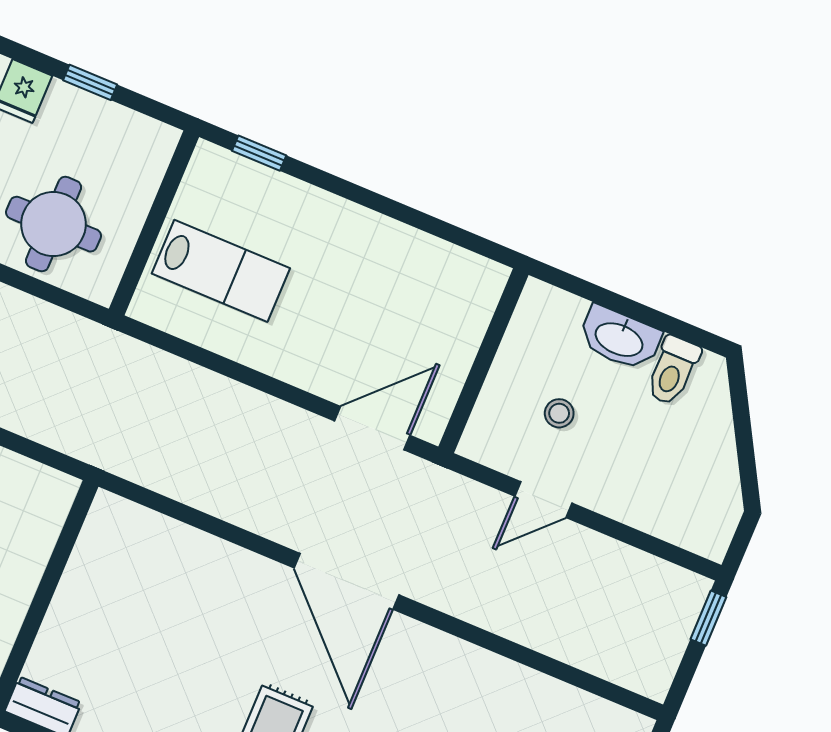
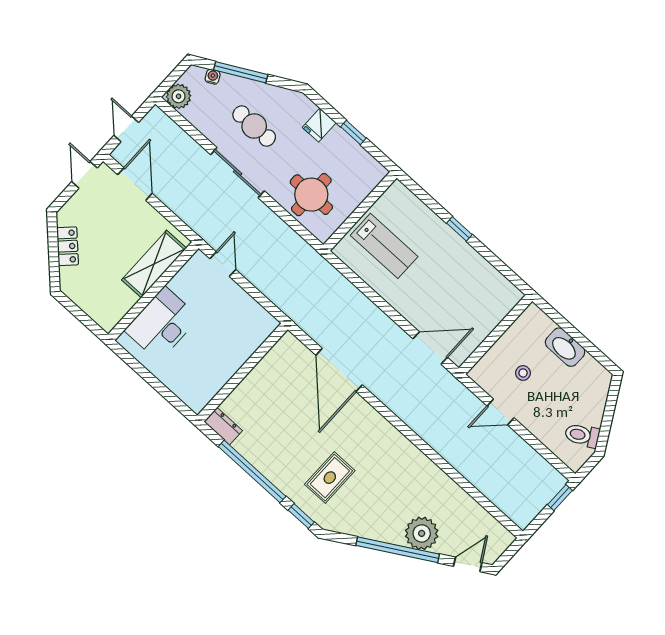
window: (259, 153) -> (459, 229), moved
toilet: (673, 371) -> (582, 435), moved, turned 61
door: (346, 581) -> (339, 370), moved

